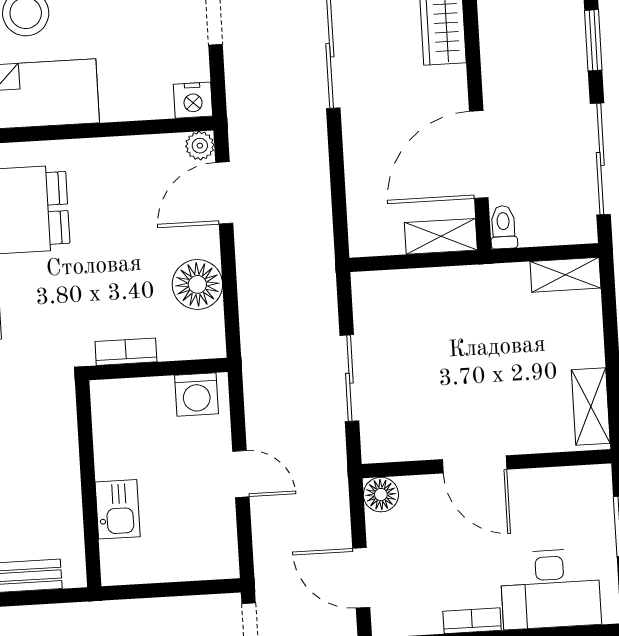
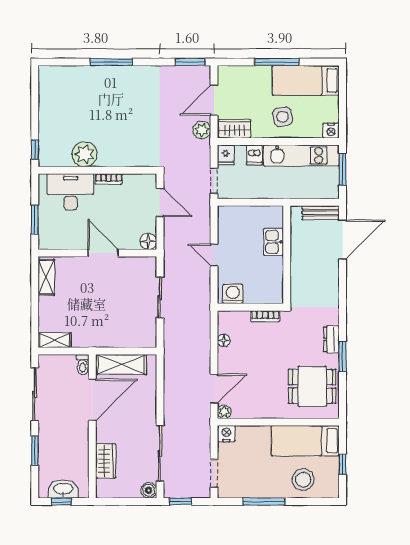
shelving: (441, 236) -> (121, 365), width x1.50, depth x1.33
floor lamp: (197, 284) -> (224, 341), width x0.53, depth x0.53

